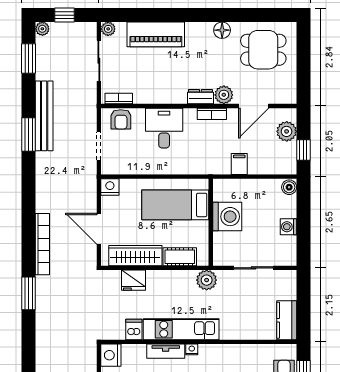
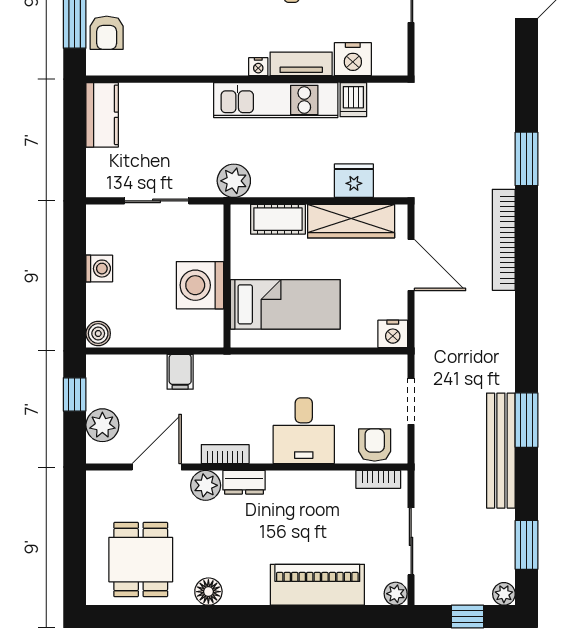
dining table: (263, 50) -> (141, 560), turned 90
nightstand: (111, 355) -> (353, 59), moved, turned 90

